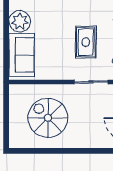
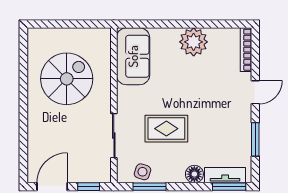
sofa: (22, 55) -> (133, 56), moved, turned -90

